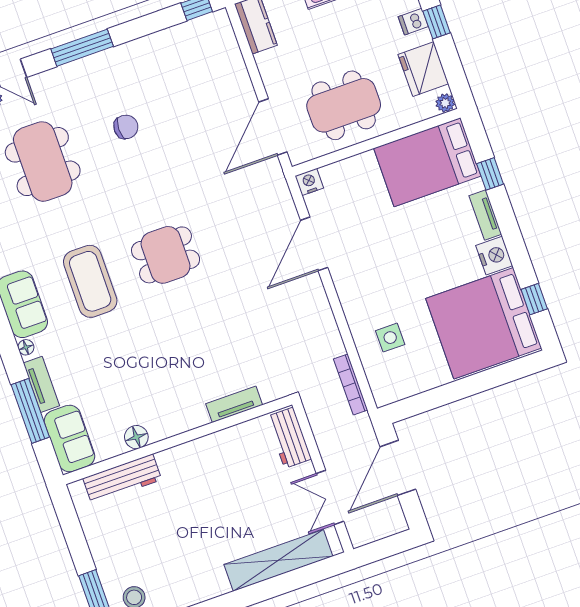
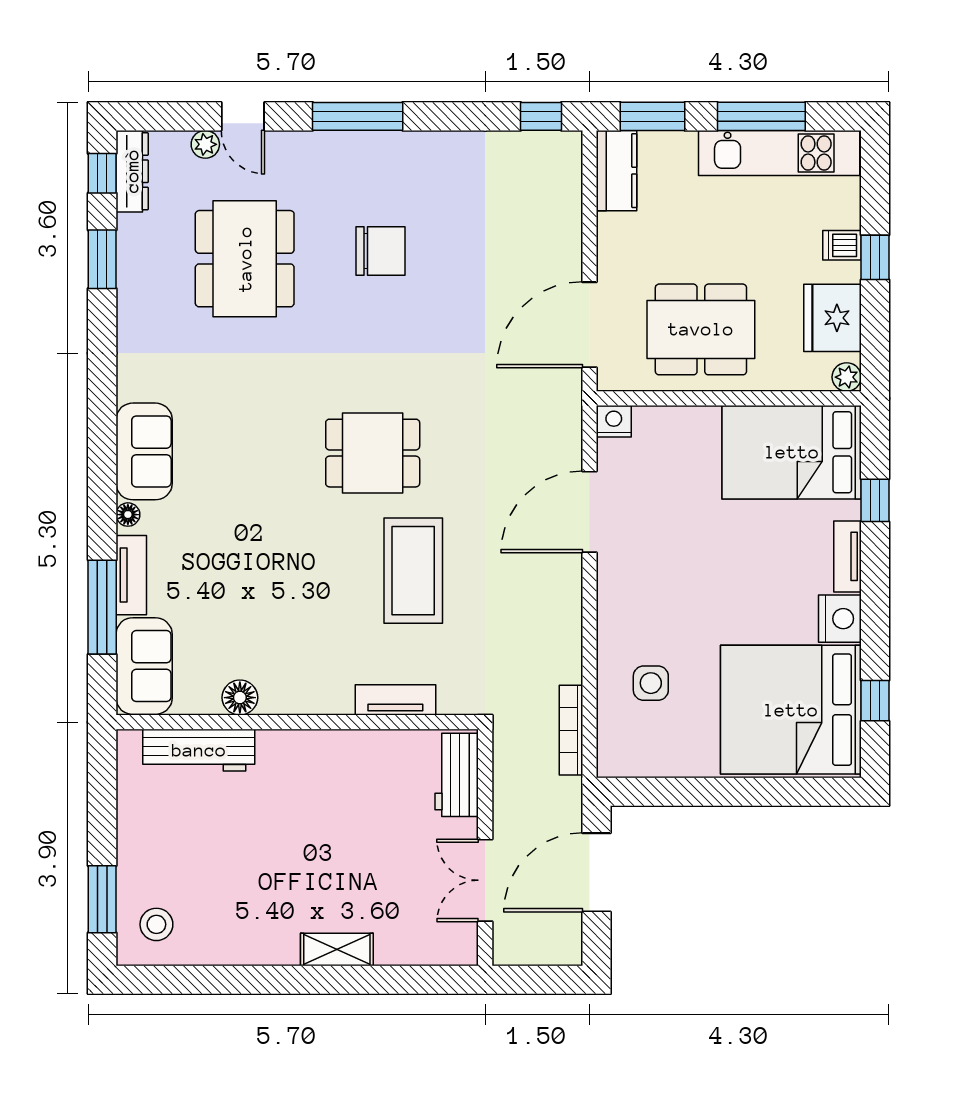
chair: (126, 127) -> (380, 251), width x1.37, depth x1.37
coffee table: (90, 281) -> (413, 571), moved
shelving: (278, 560) -> (337, 950), width x0.45, depth x0.75

